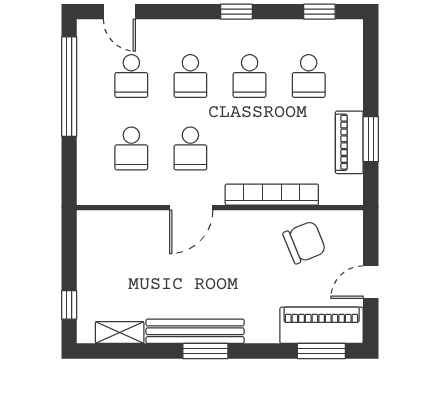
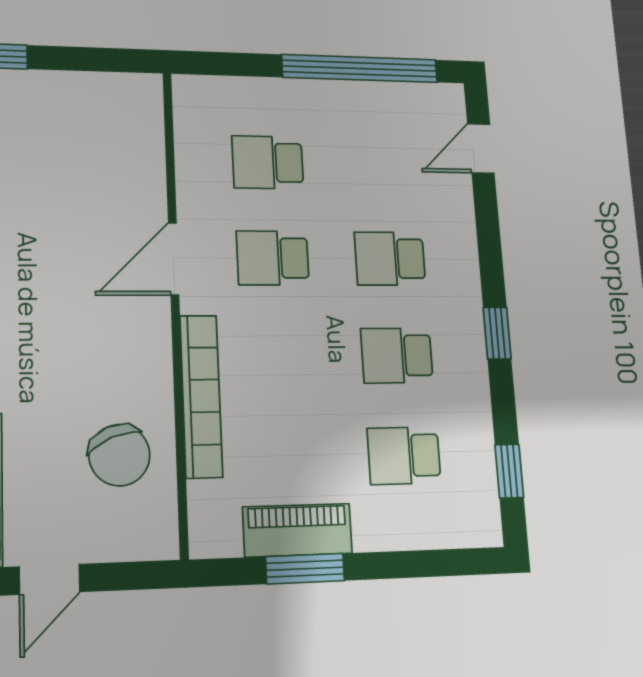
school desk: (131, 76) -> (383, 165), removed
door: (191, 208) -> (174, 259), hinge flipped
door: (371, 282) -> (50, 579), swing flipped

